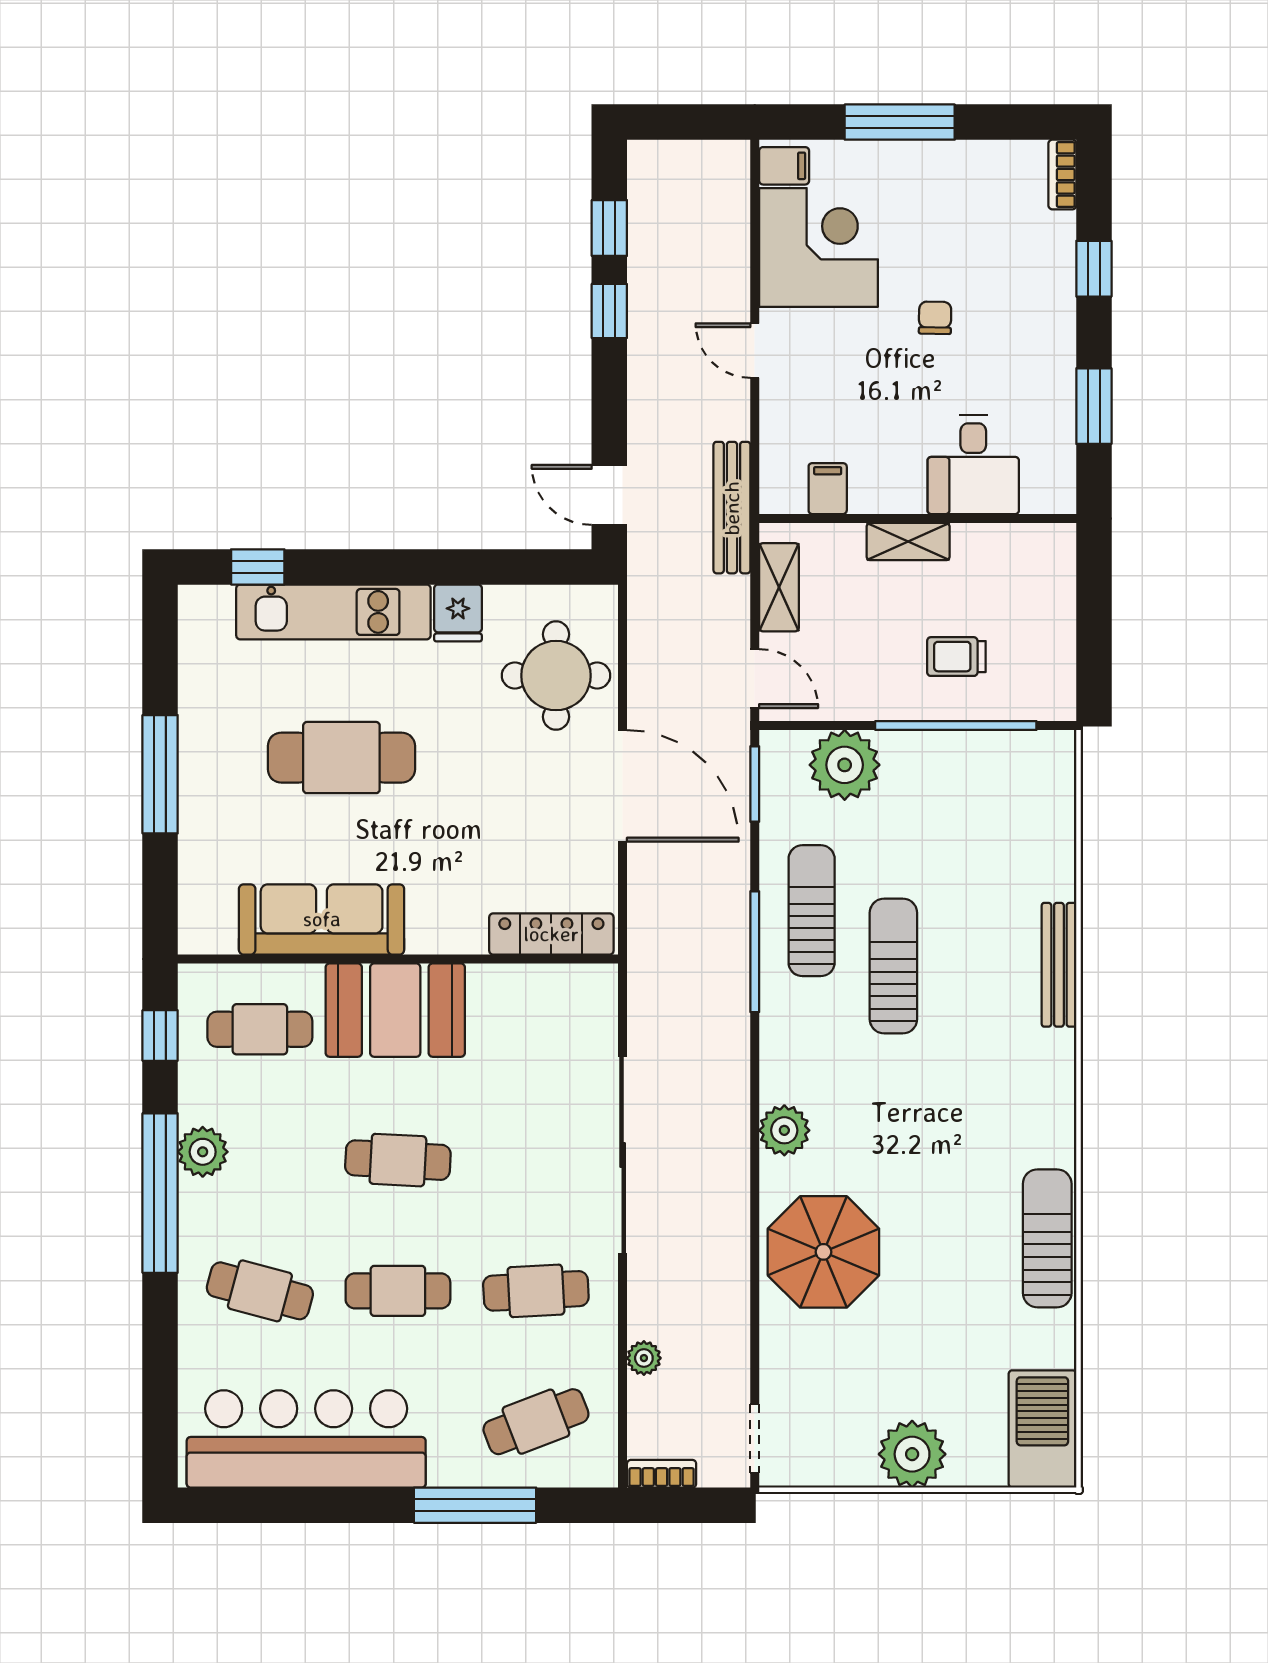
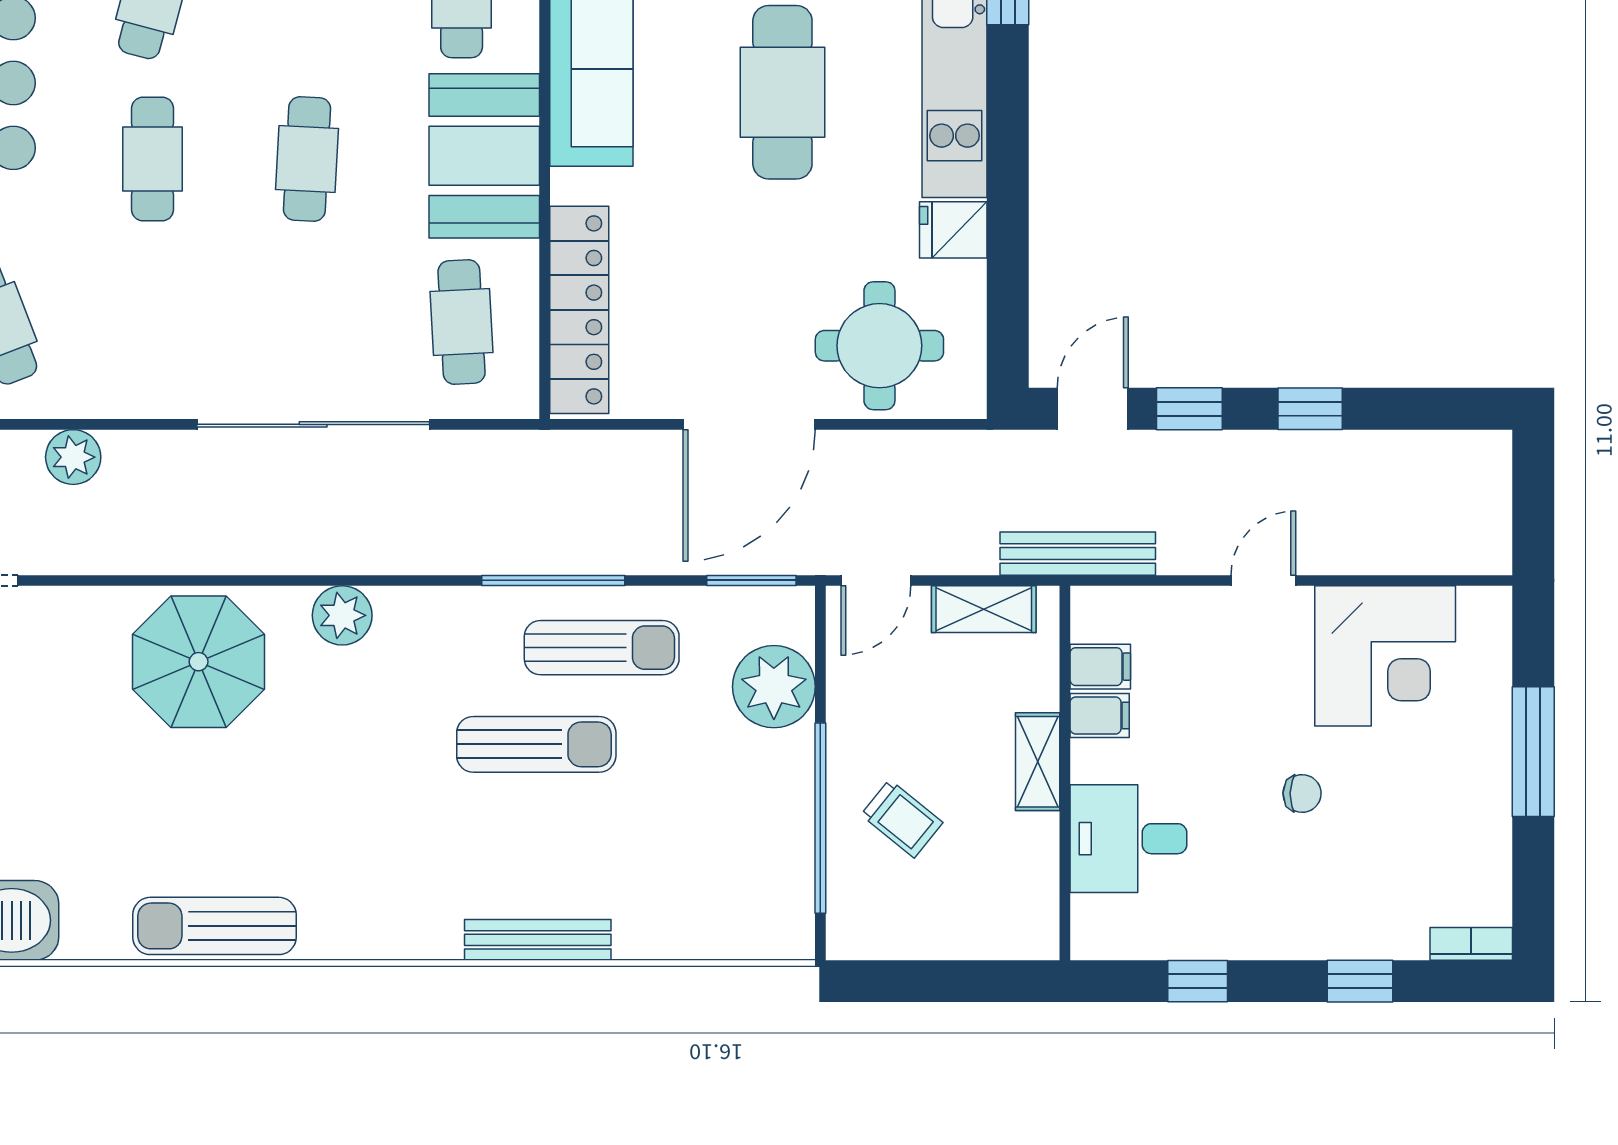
filing cabinet: (784, 166) -> (1100, 715), moved, turned -90
window: (609, 228) -> (1189, 409), moved
window: (1094, 406) -> (1198, 981), width x0.67
trolley: (956, 657) -> (902, 819), turned 129
locker: (551, 934) -> (579, 310), width x1.41, depth x1.21
sun lounger: (1047, 1238) -> (215, 926), turned 180
cafe table: (536, 1291) -> (462, 322), moved
plant: (644, 1358) -> (73, 457), width x1.38, depth x1.38

